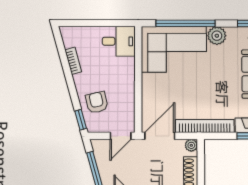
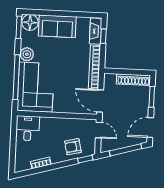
plant: (191, 145) -> (108, 78), removed

